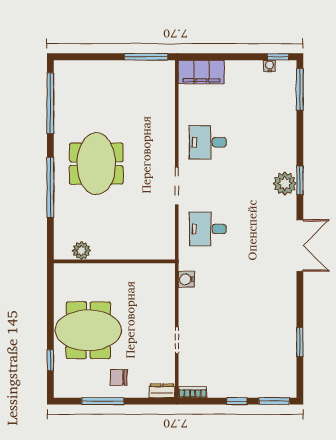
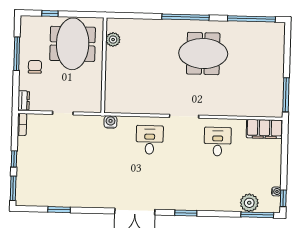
filing cabinet: (201, 72) -> (264, 129), moved, turned -90
plant: (285, 183) -> (249, 203), moved
plant: (81, 251) -> (113, 40), moved
wall: (114, 261) -> (104, 65), moved

